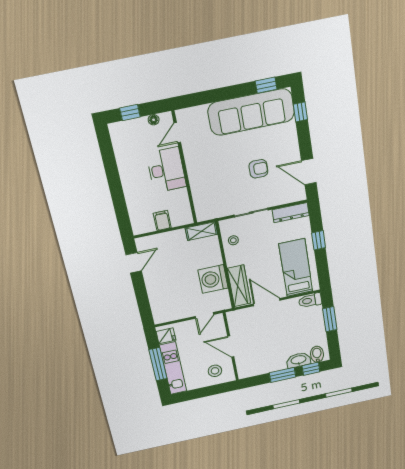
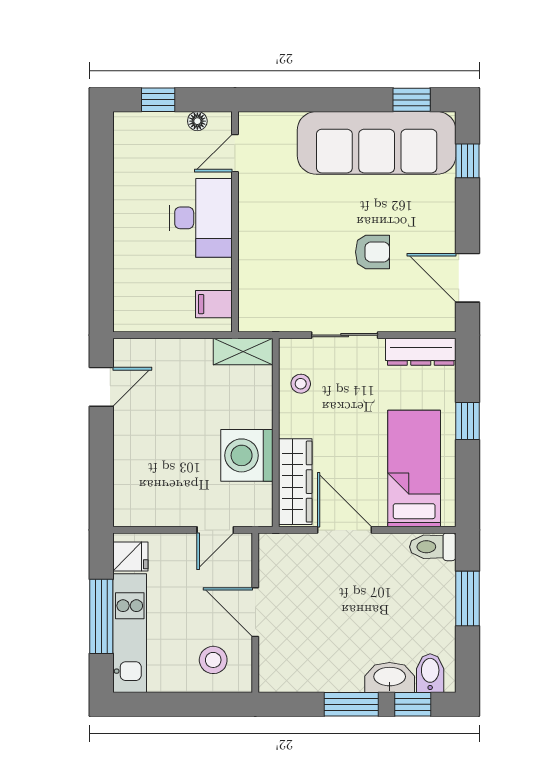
filing cabinet: (162, 220) -> (214, 304), moved, turned -90

